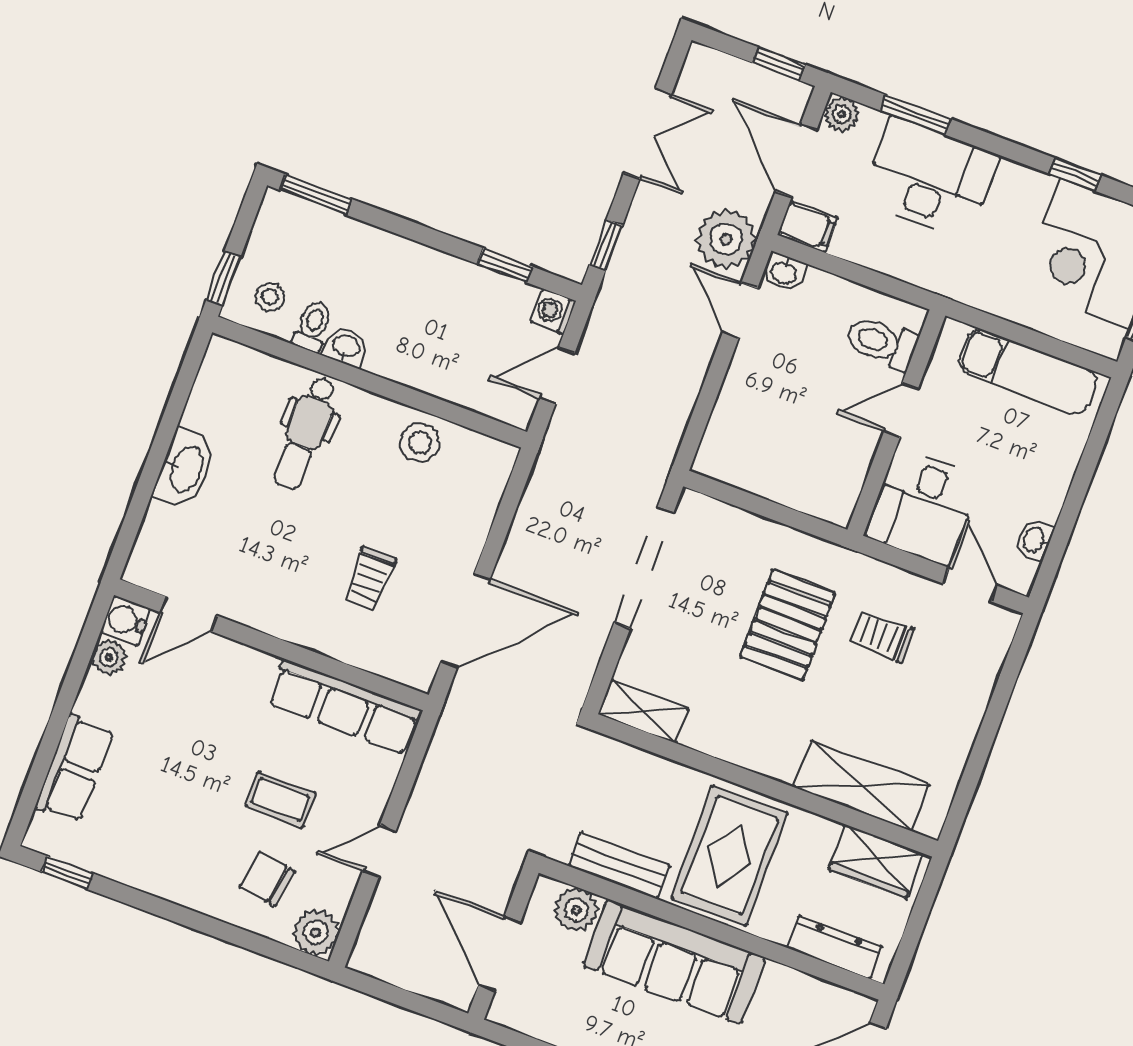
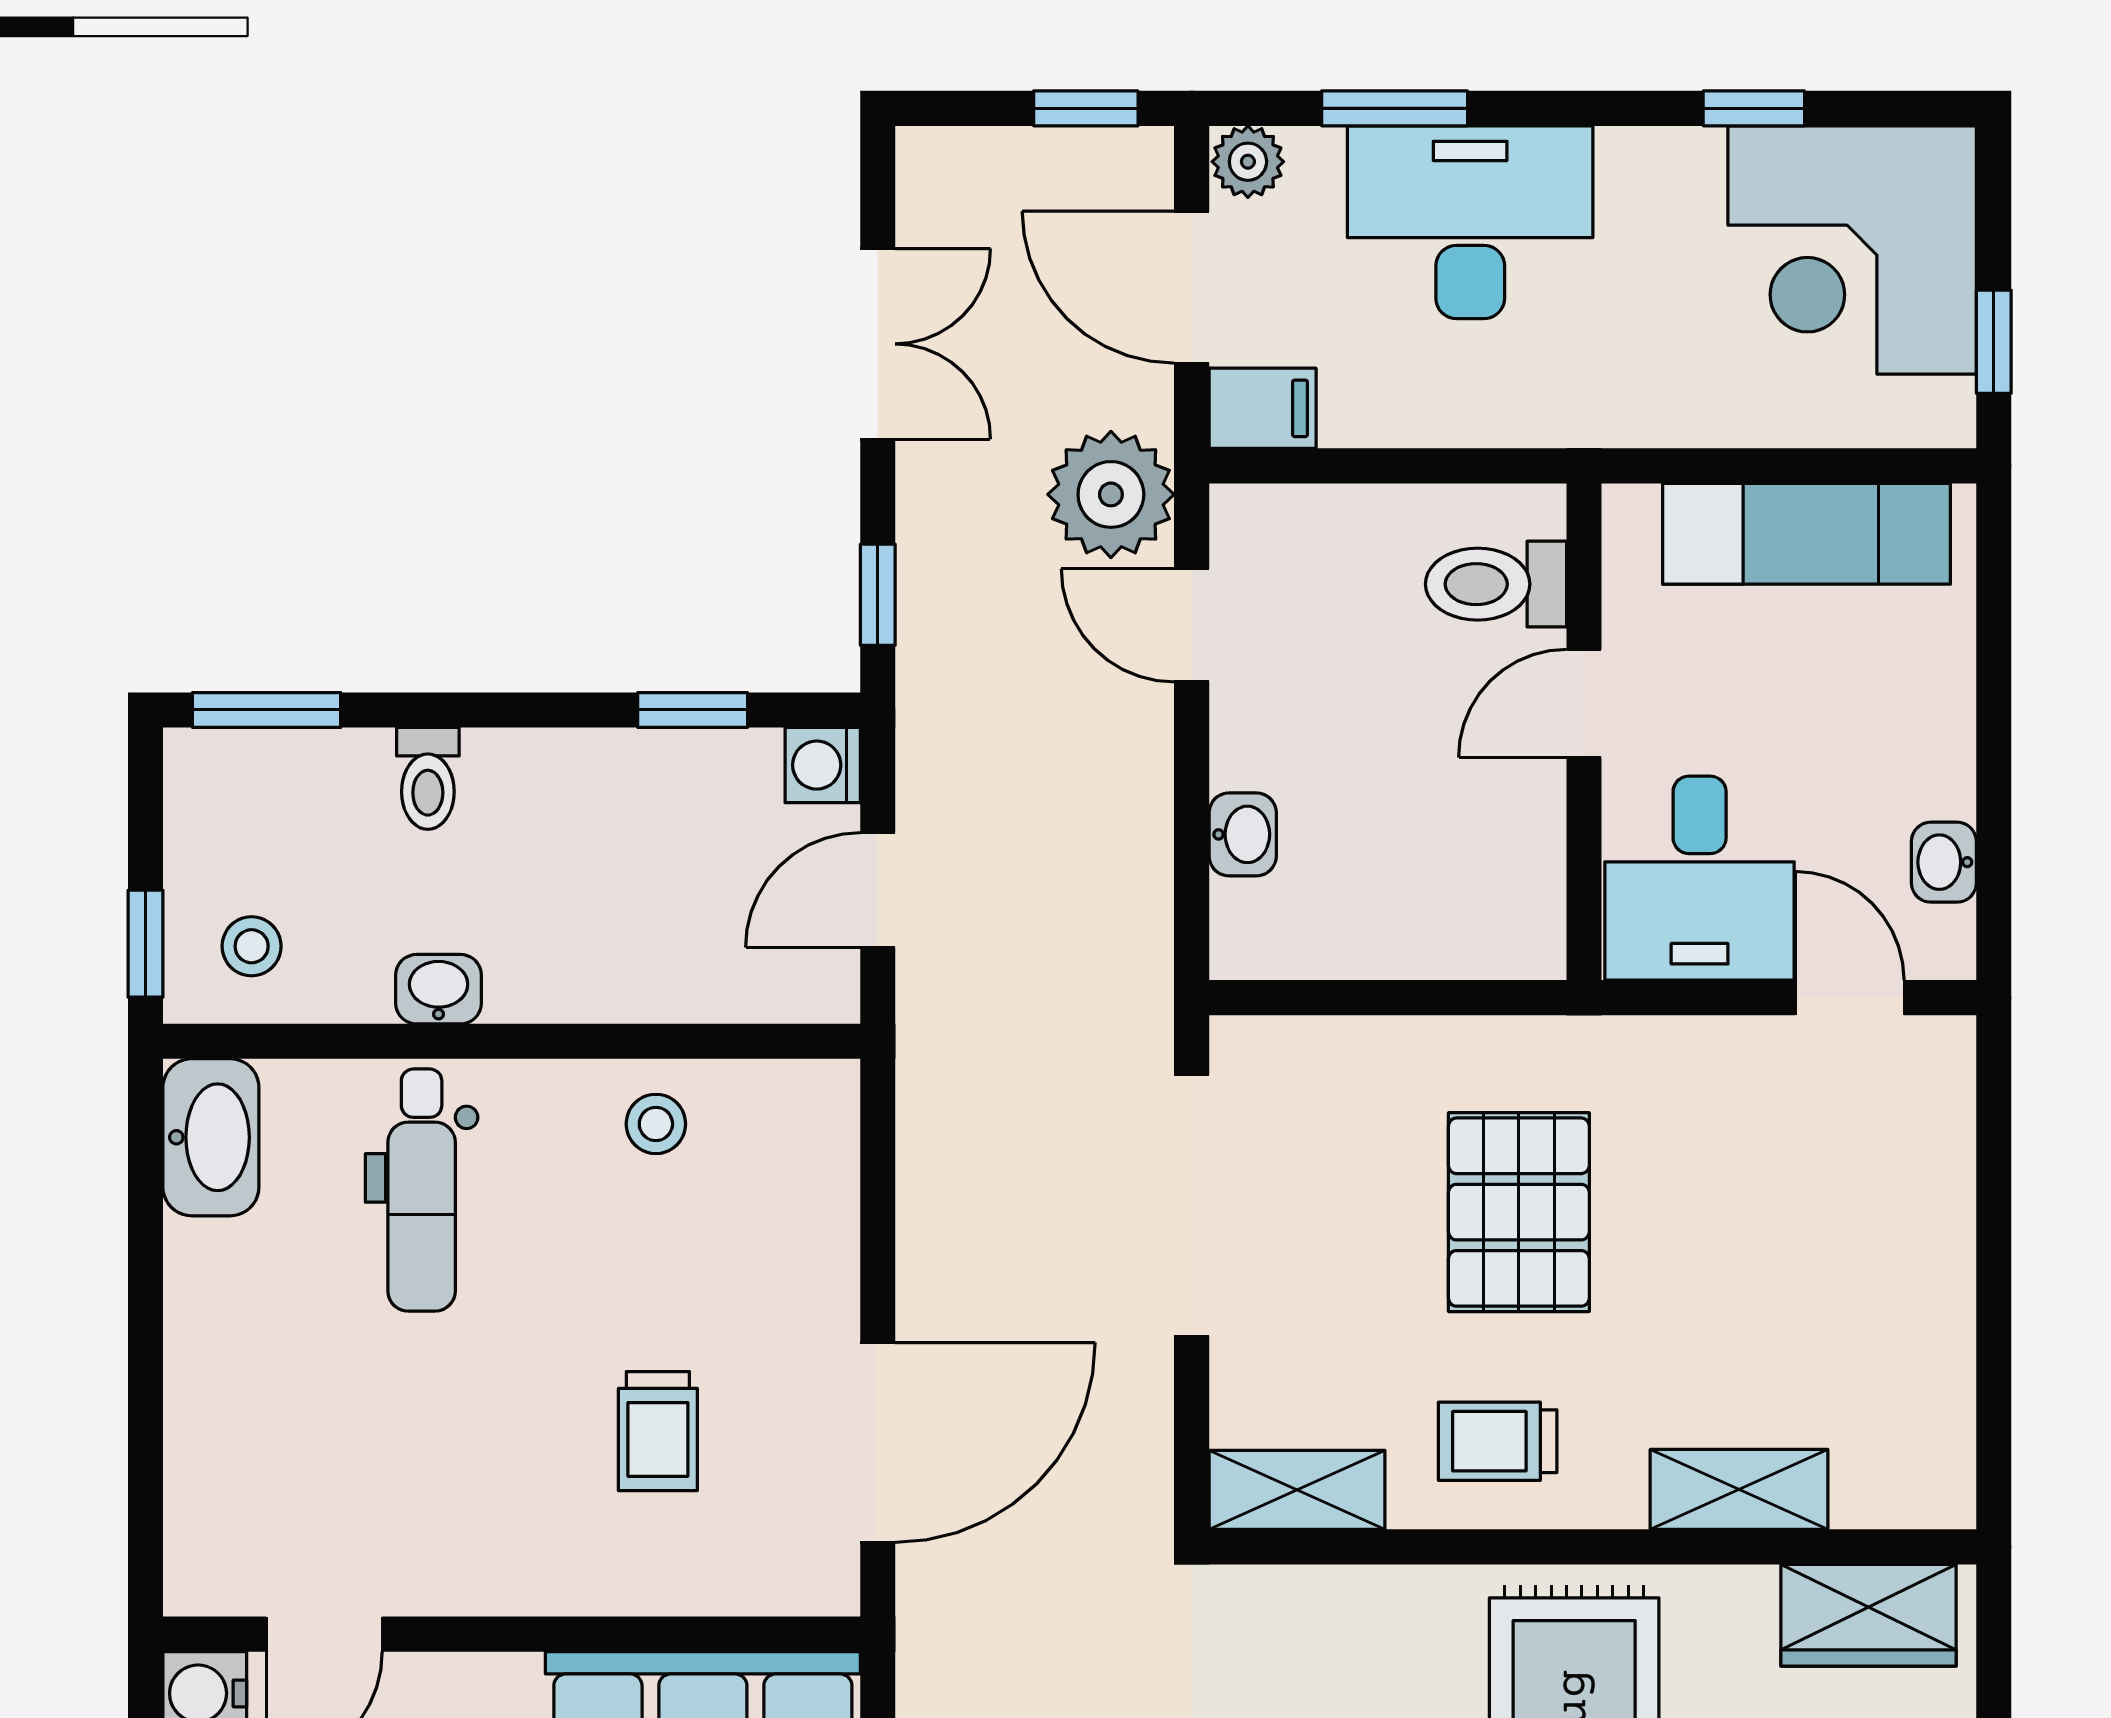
washbasin: (784, 272) -> (1243, 834), moved, turned -90
toilet: (313, 326) -> (428, 778), moved, turned 180
stool: (420, 443) -> (656, 1124), width x0.73, depth x0.73
washbasin: (185, 469) -> (211, 1137), moved
trolley: (882, 636) -> (1498, 1441), moved
shelving: (861, 786) -> (1739, 1489), width x0.67, depth x0.75

